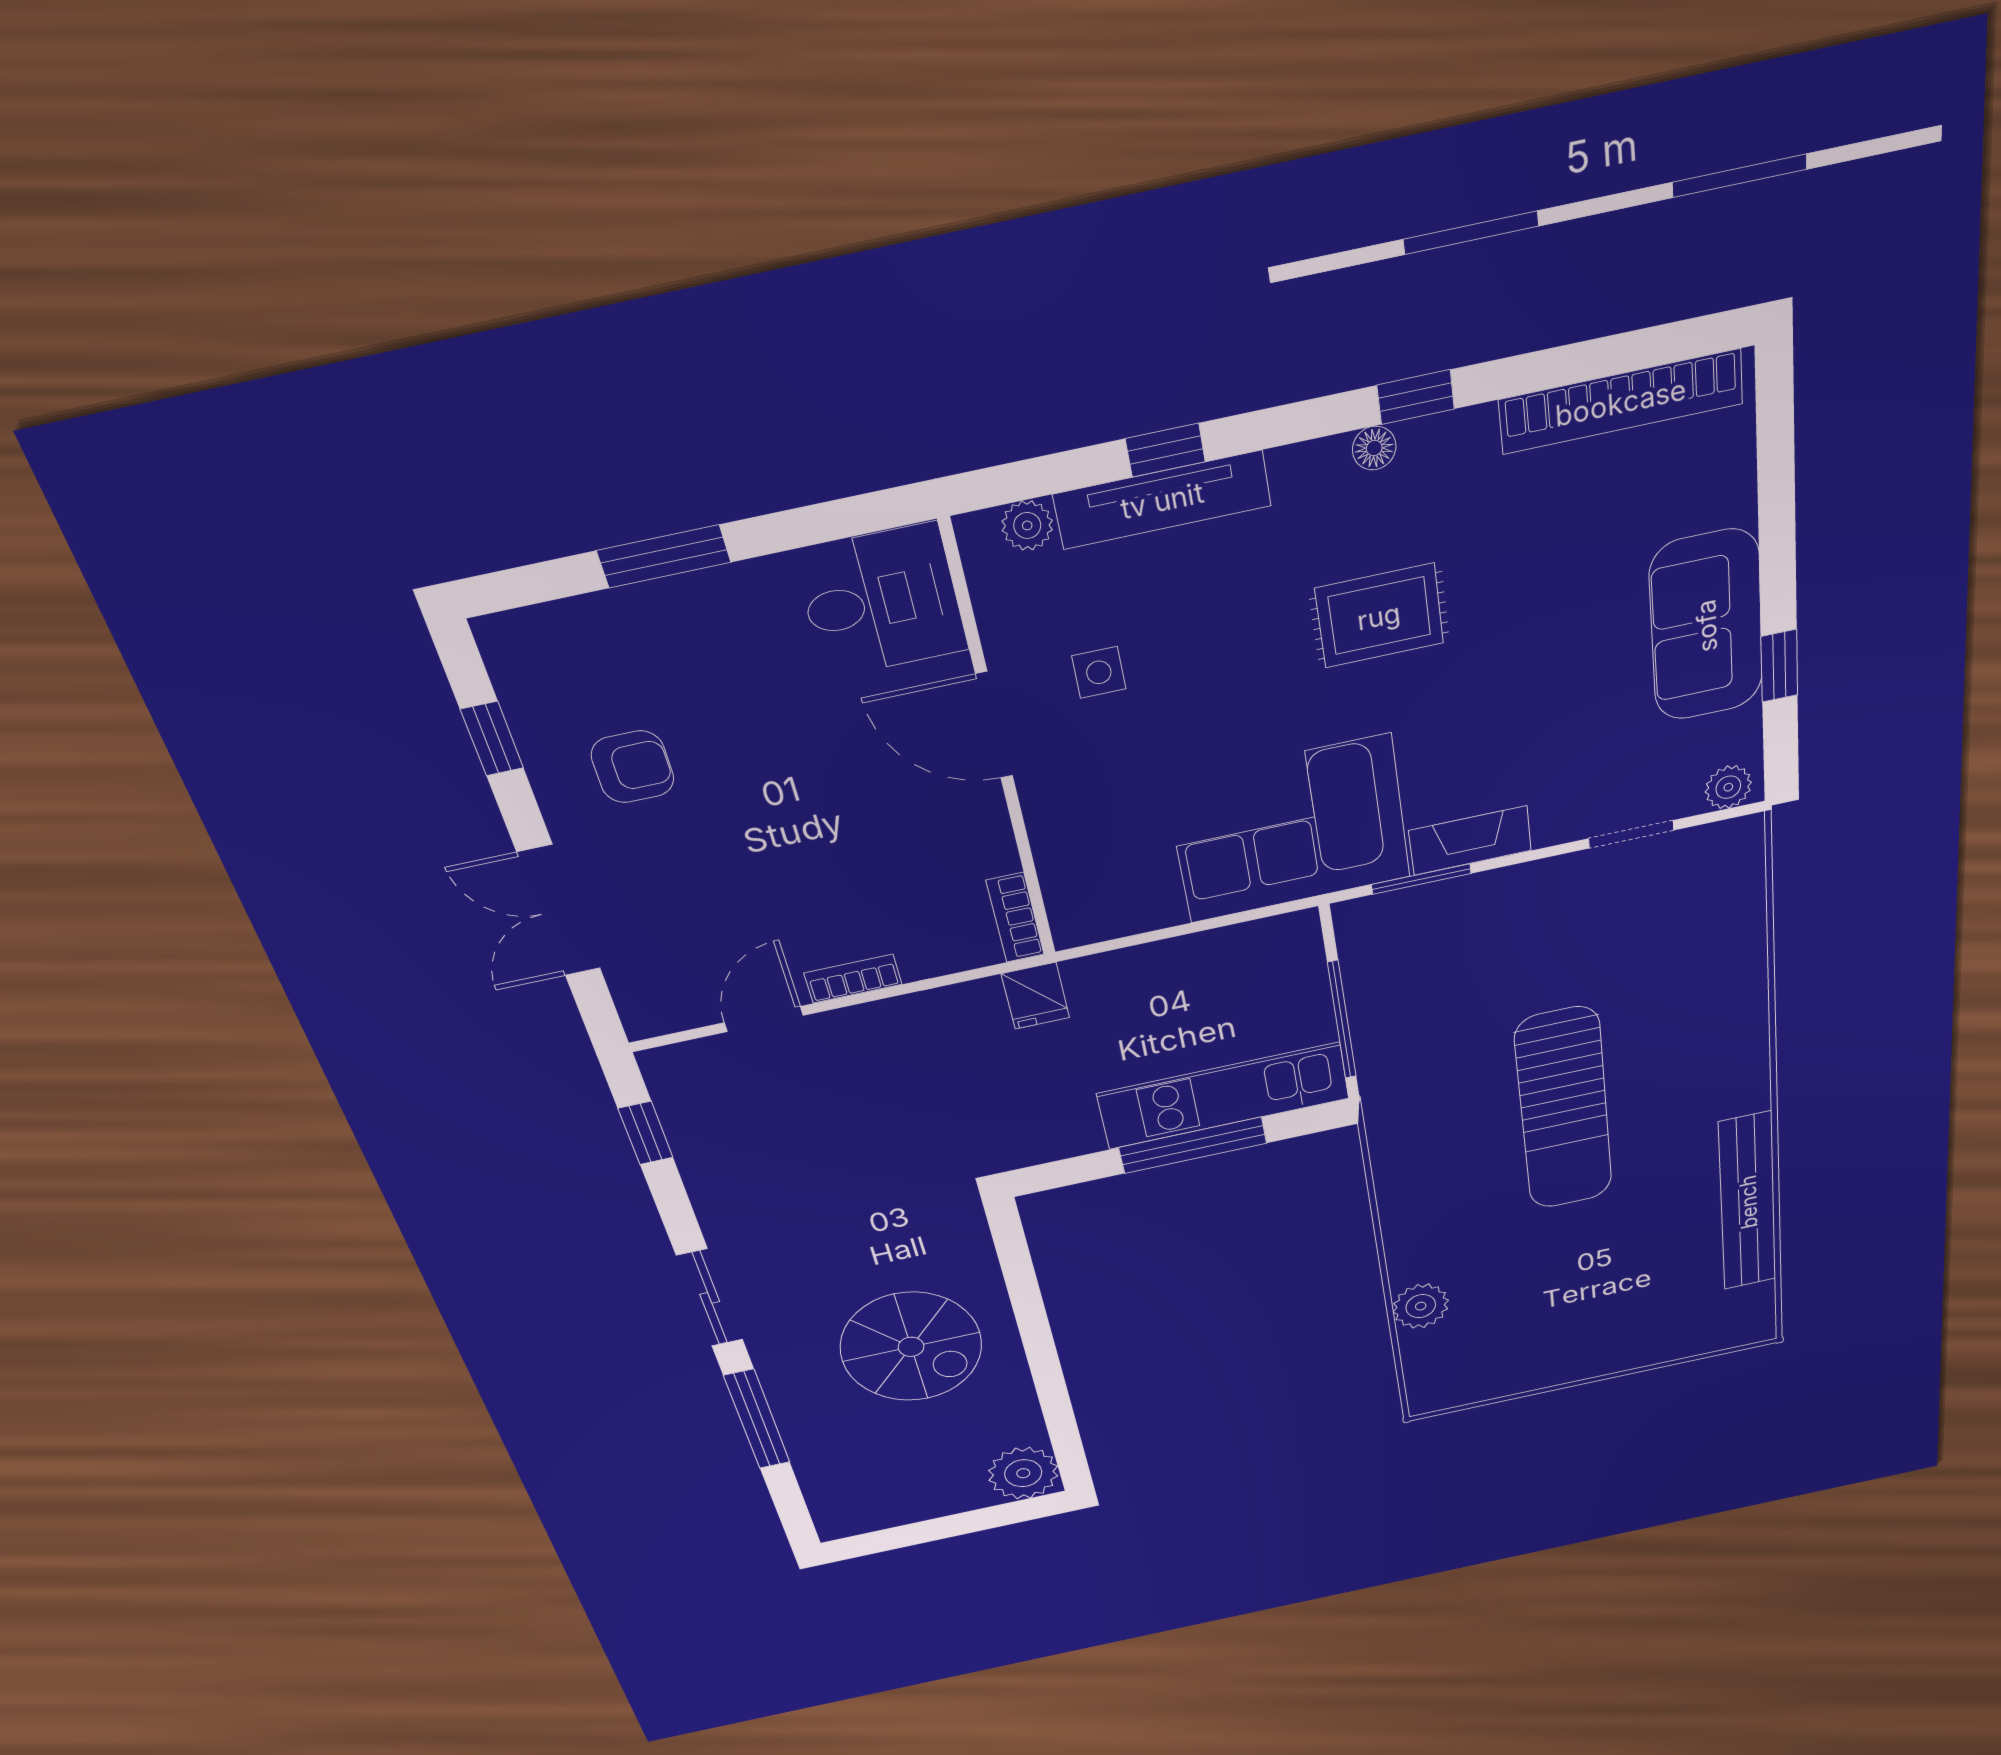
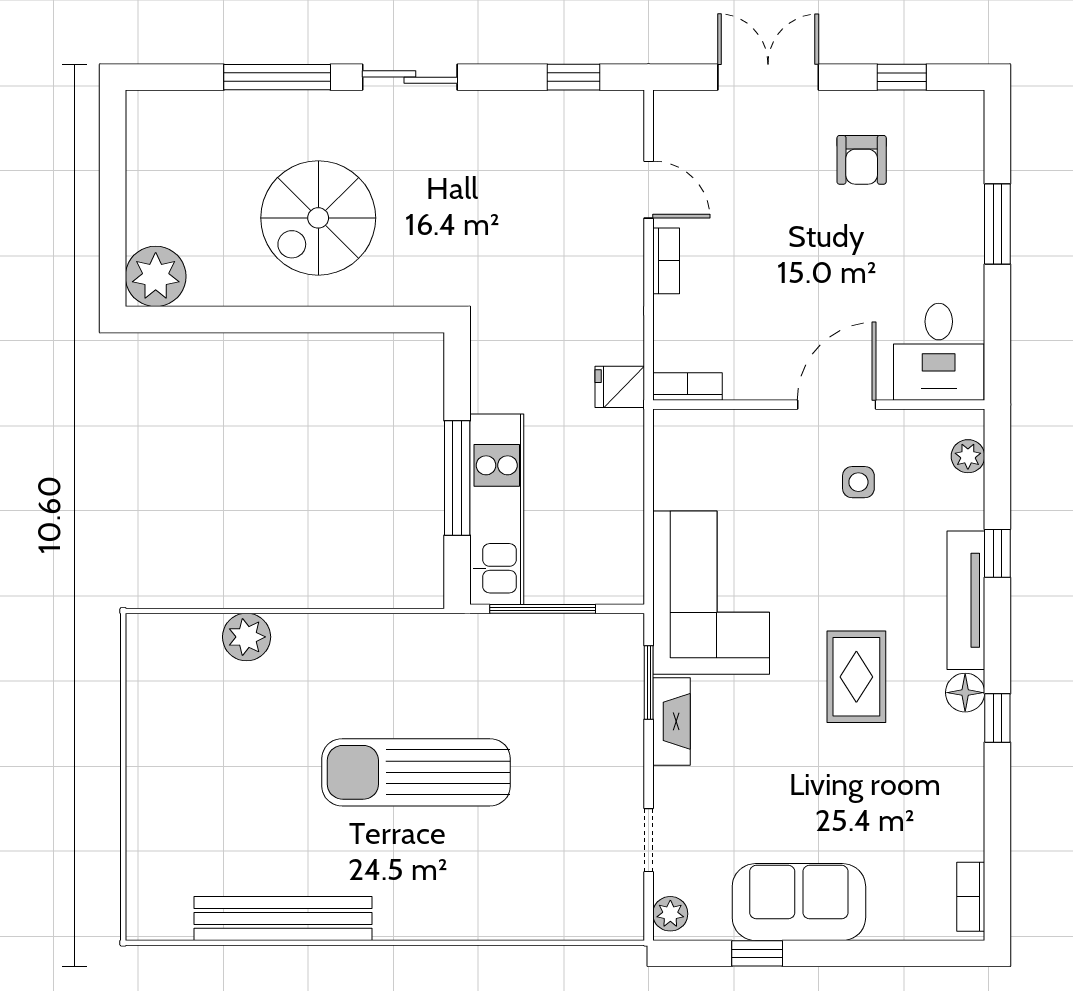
bookcase: (1621, 402) -> (971, 897), width x0.43, depth x0.76
floor lamp: (1374, 448) -> (965, 693), width x1.37, depth x1.37
tv unit: (1162, 500) -> (966, 600), moved

